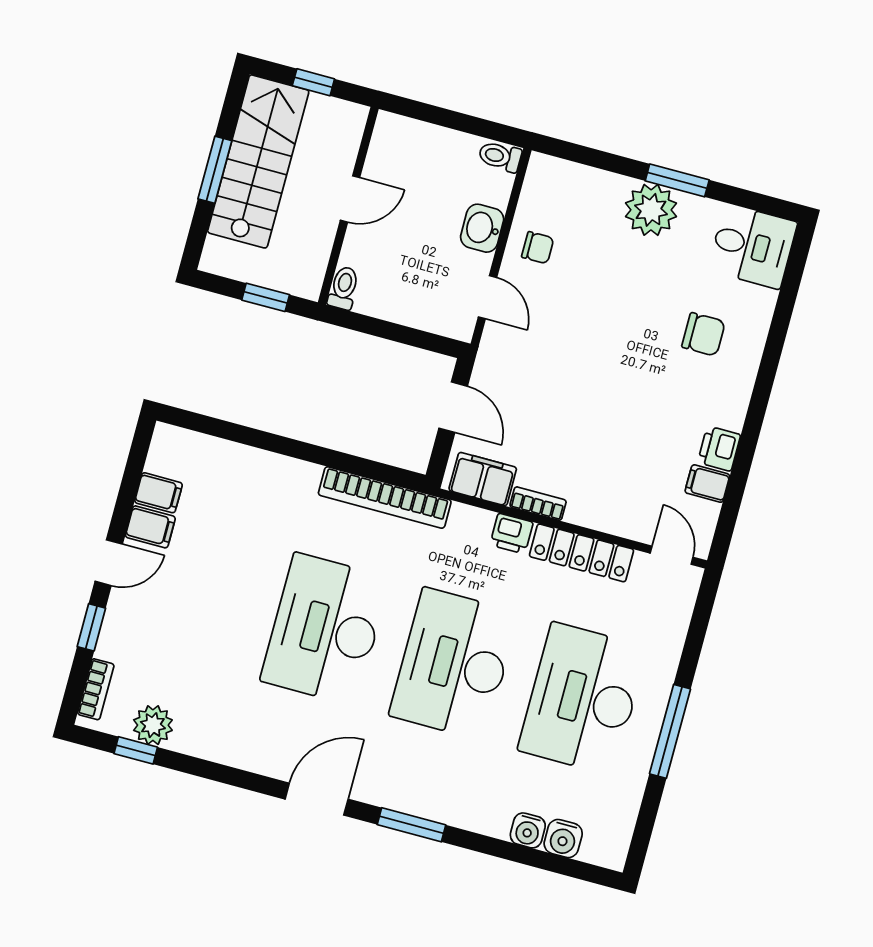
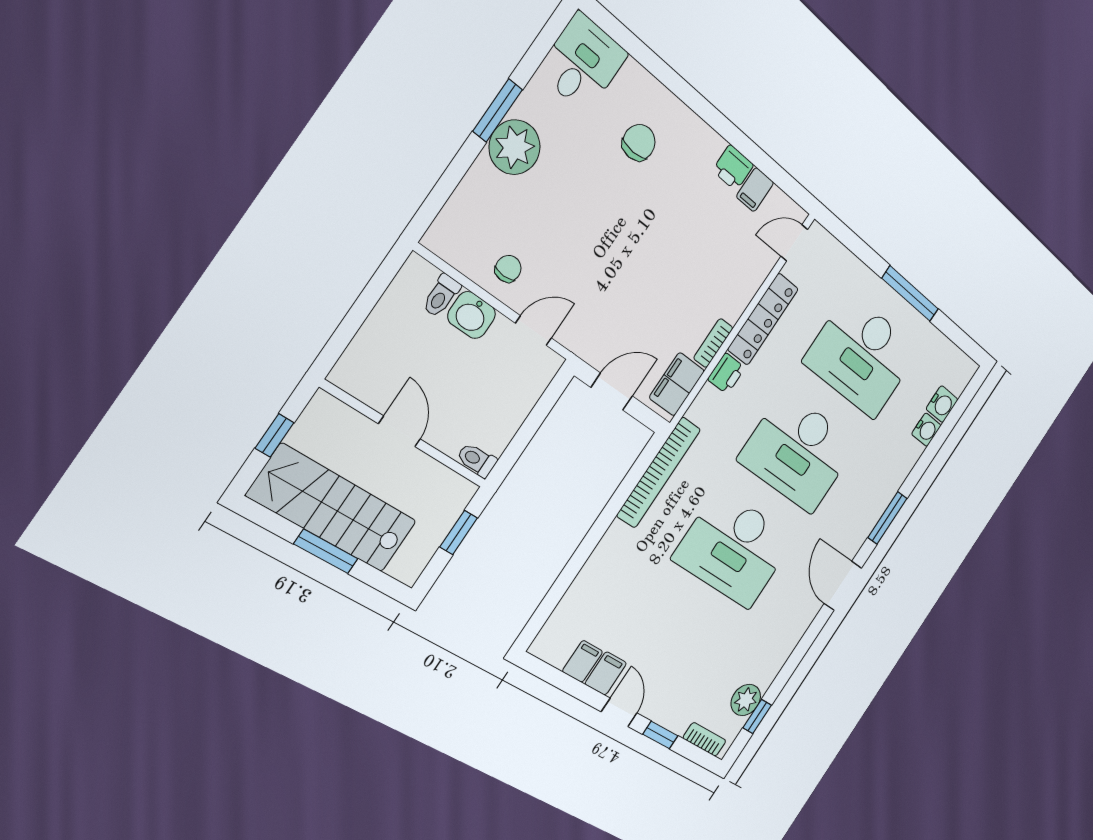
toilet: (500, 156) -> (441, 296), moved

